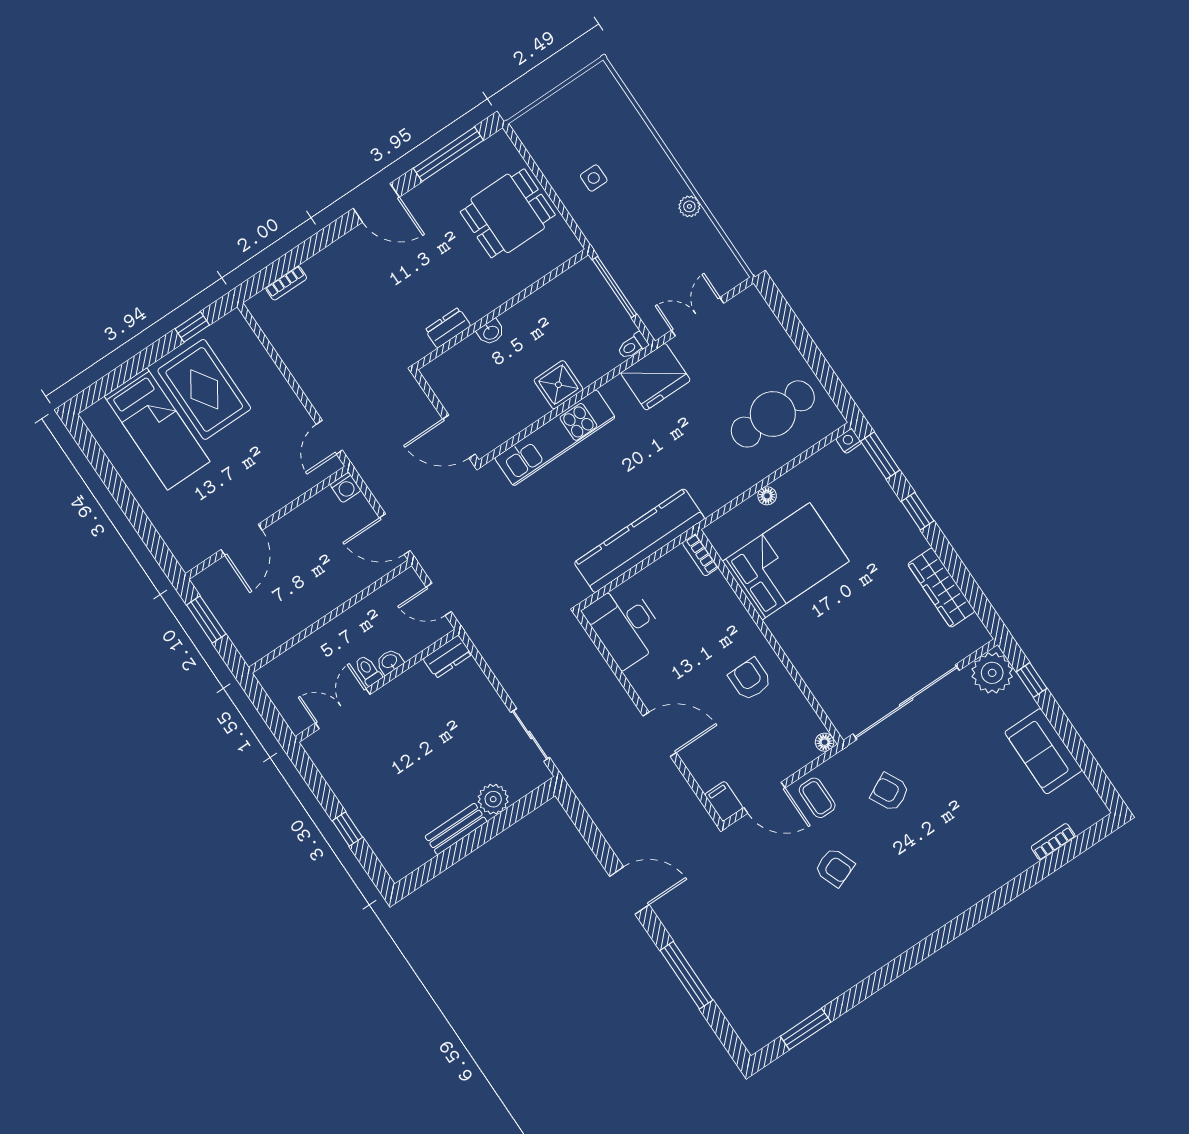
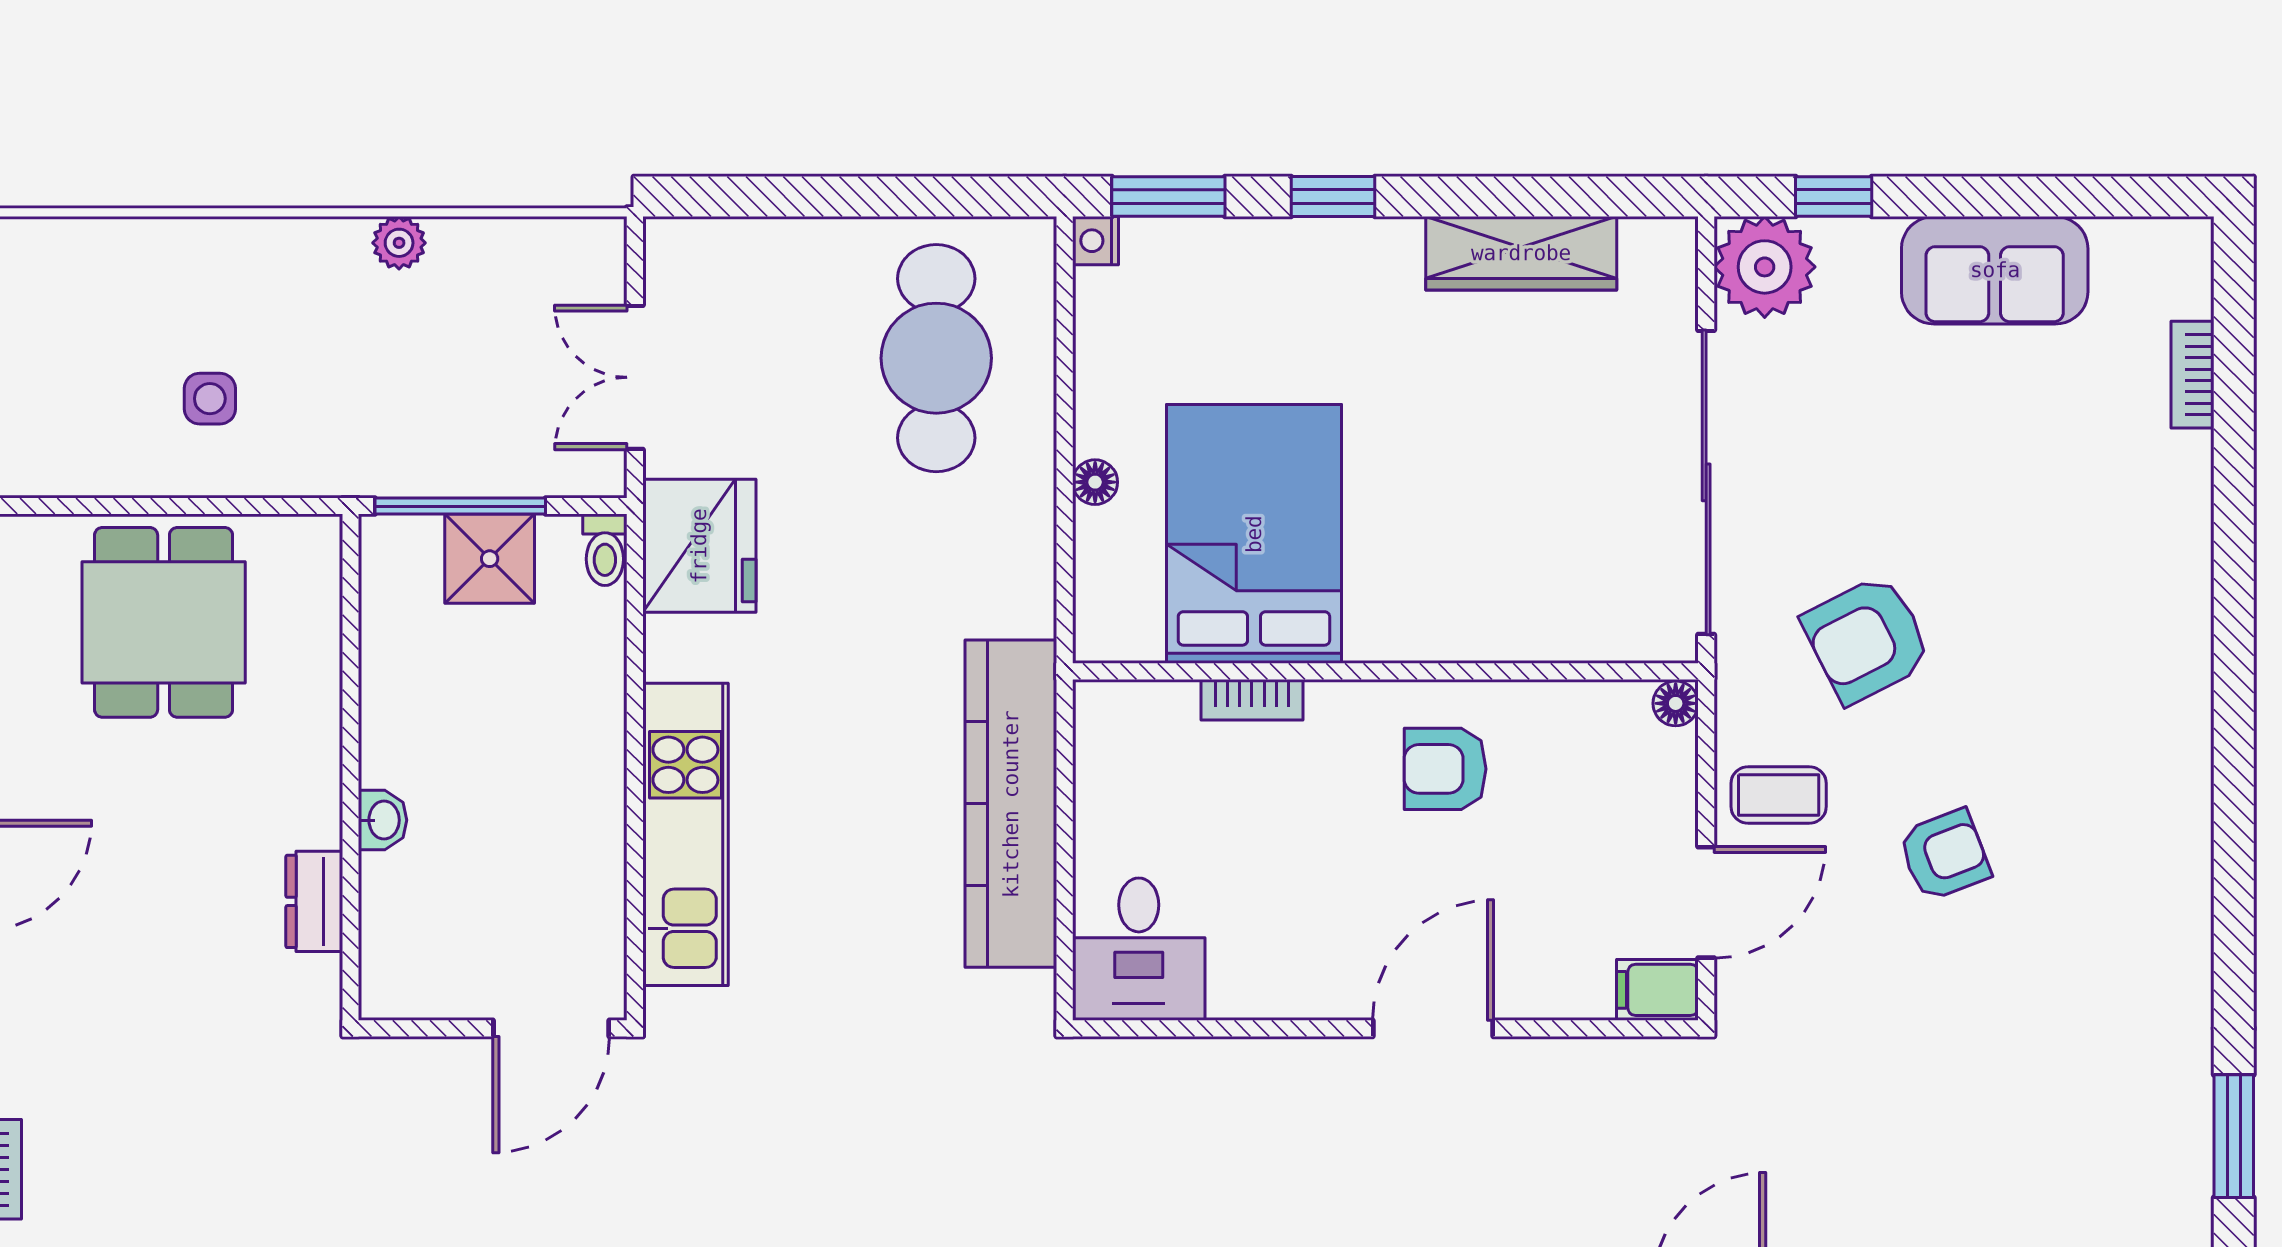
shower: (558, 385) -> (490, 559), moved
bookcase: (700, 555) -> (1252, 700), moved
desk: (625, 625) -> (1139, 949), width x0.73
armchair: (890, 792) -> (1867, 639), width x1.38, depth x1.38

